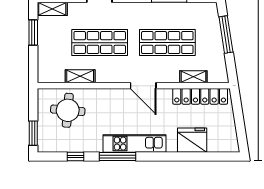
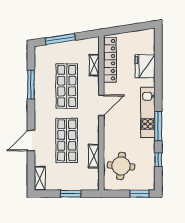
window: (33, 32) -> (71, 194), moved

